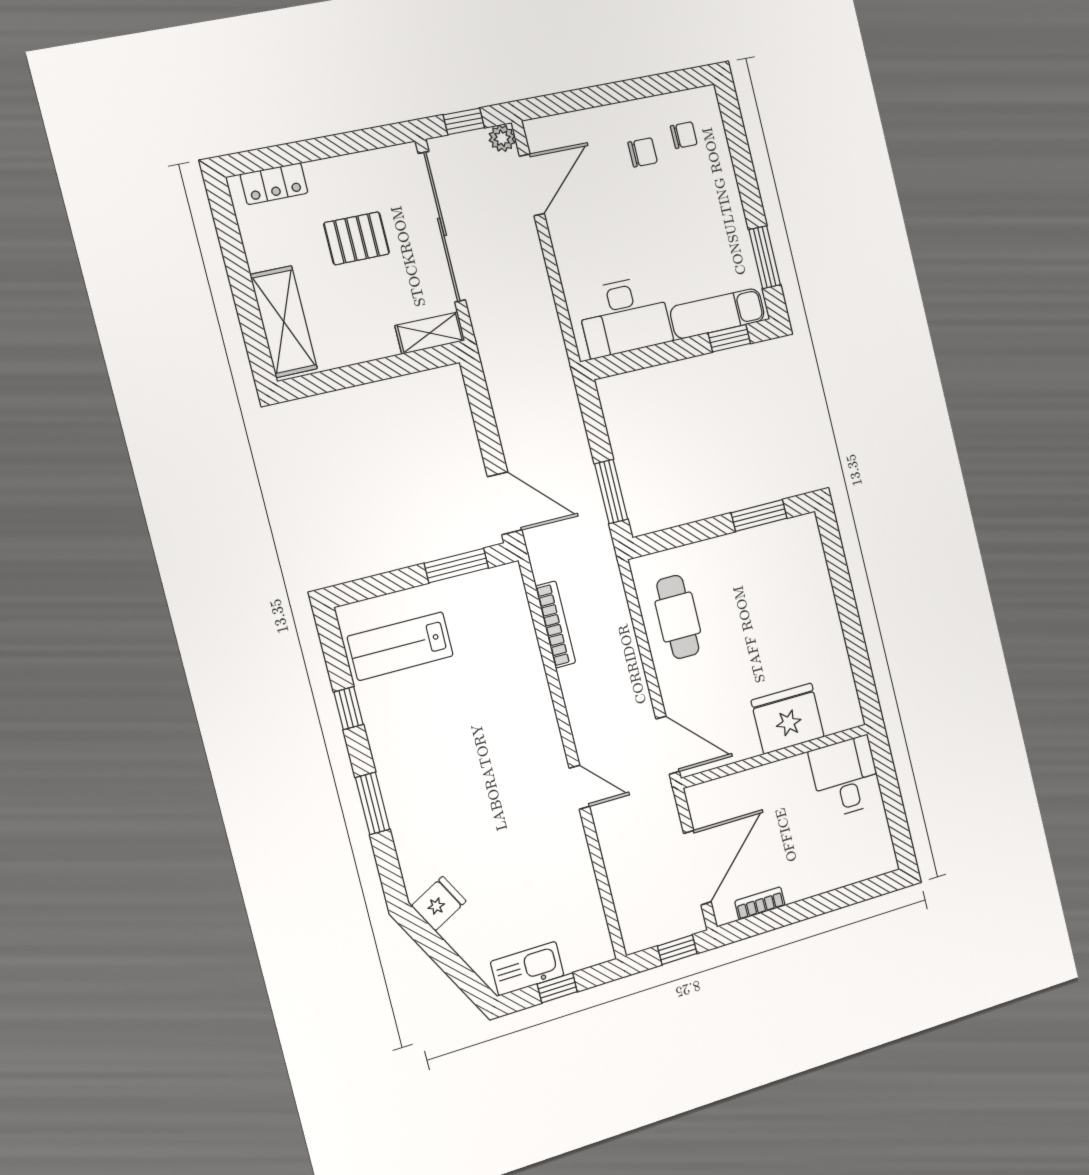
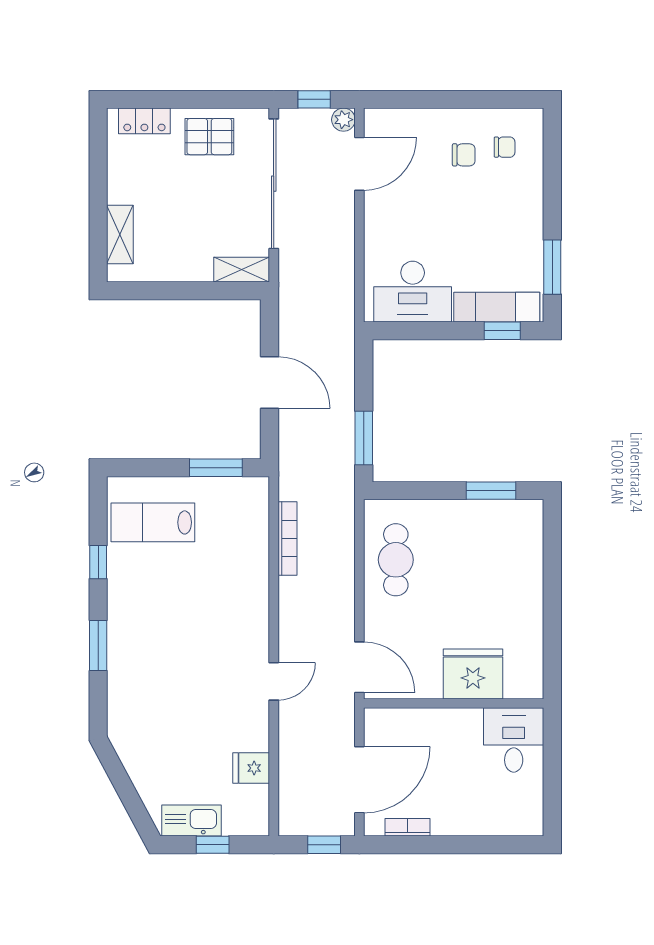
pallet: (357, 238) -> (209, 137), moved
shelving: (284, 322) -> (120, 235), width x0.67, depth x0.75
door: (505, 503) -> (269, 383), moved
door: (579, 787) -> (274, 681), hinge flipped
fridge: (439, 904) -> (251, 768), moved, turned -152

